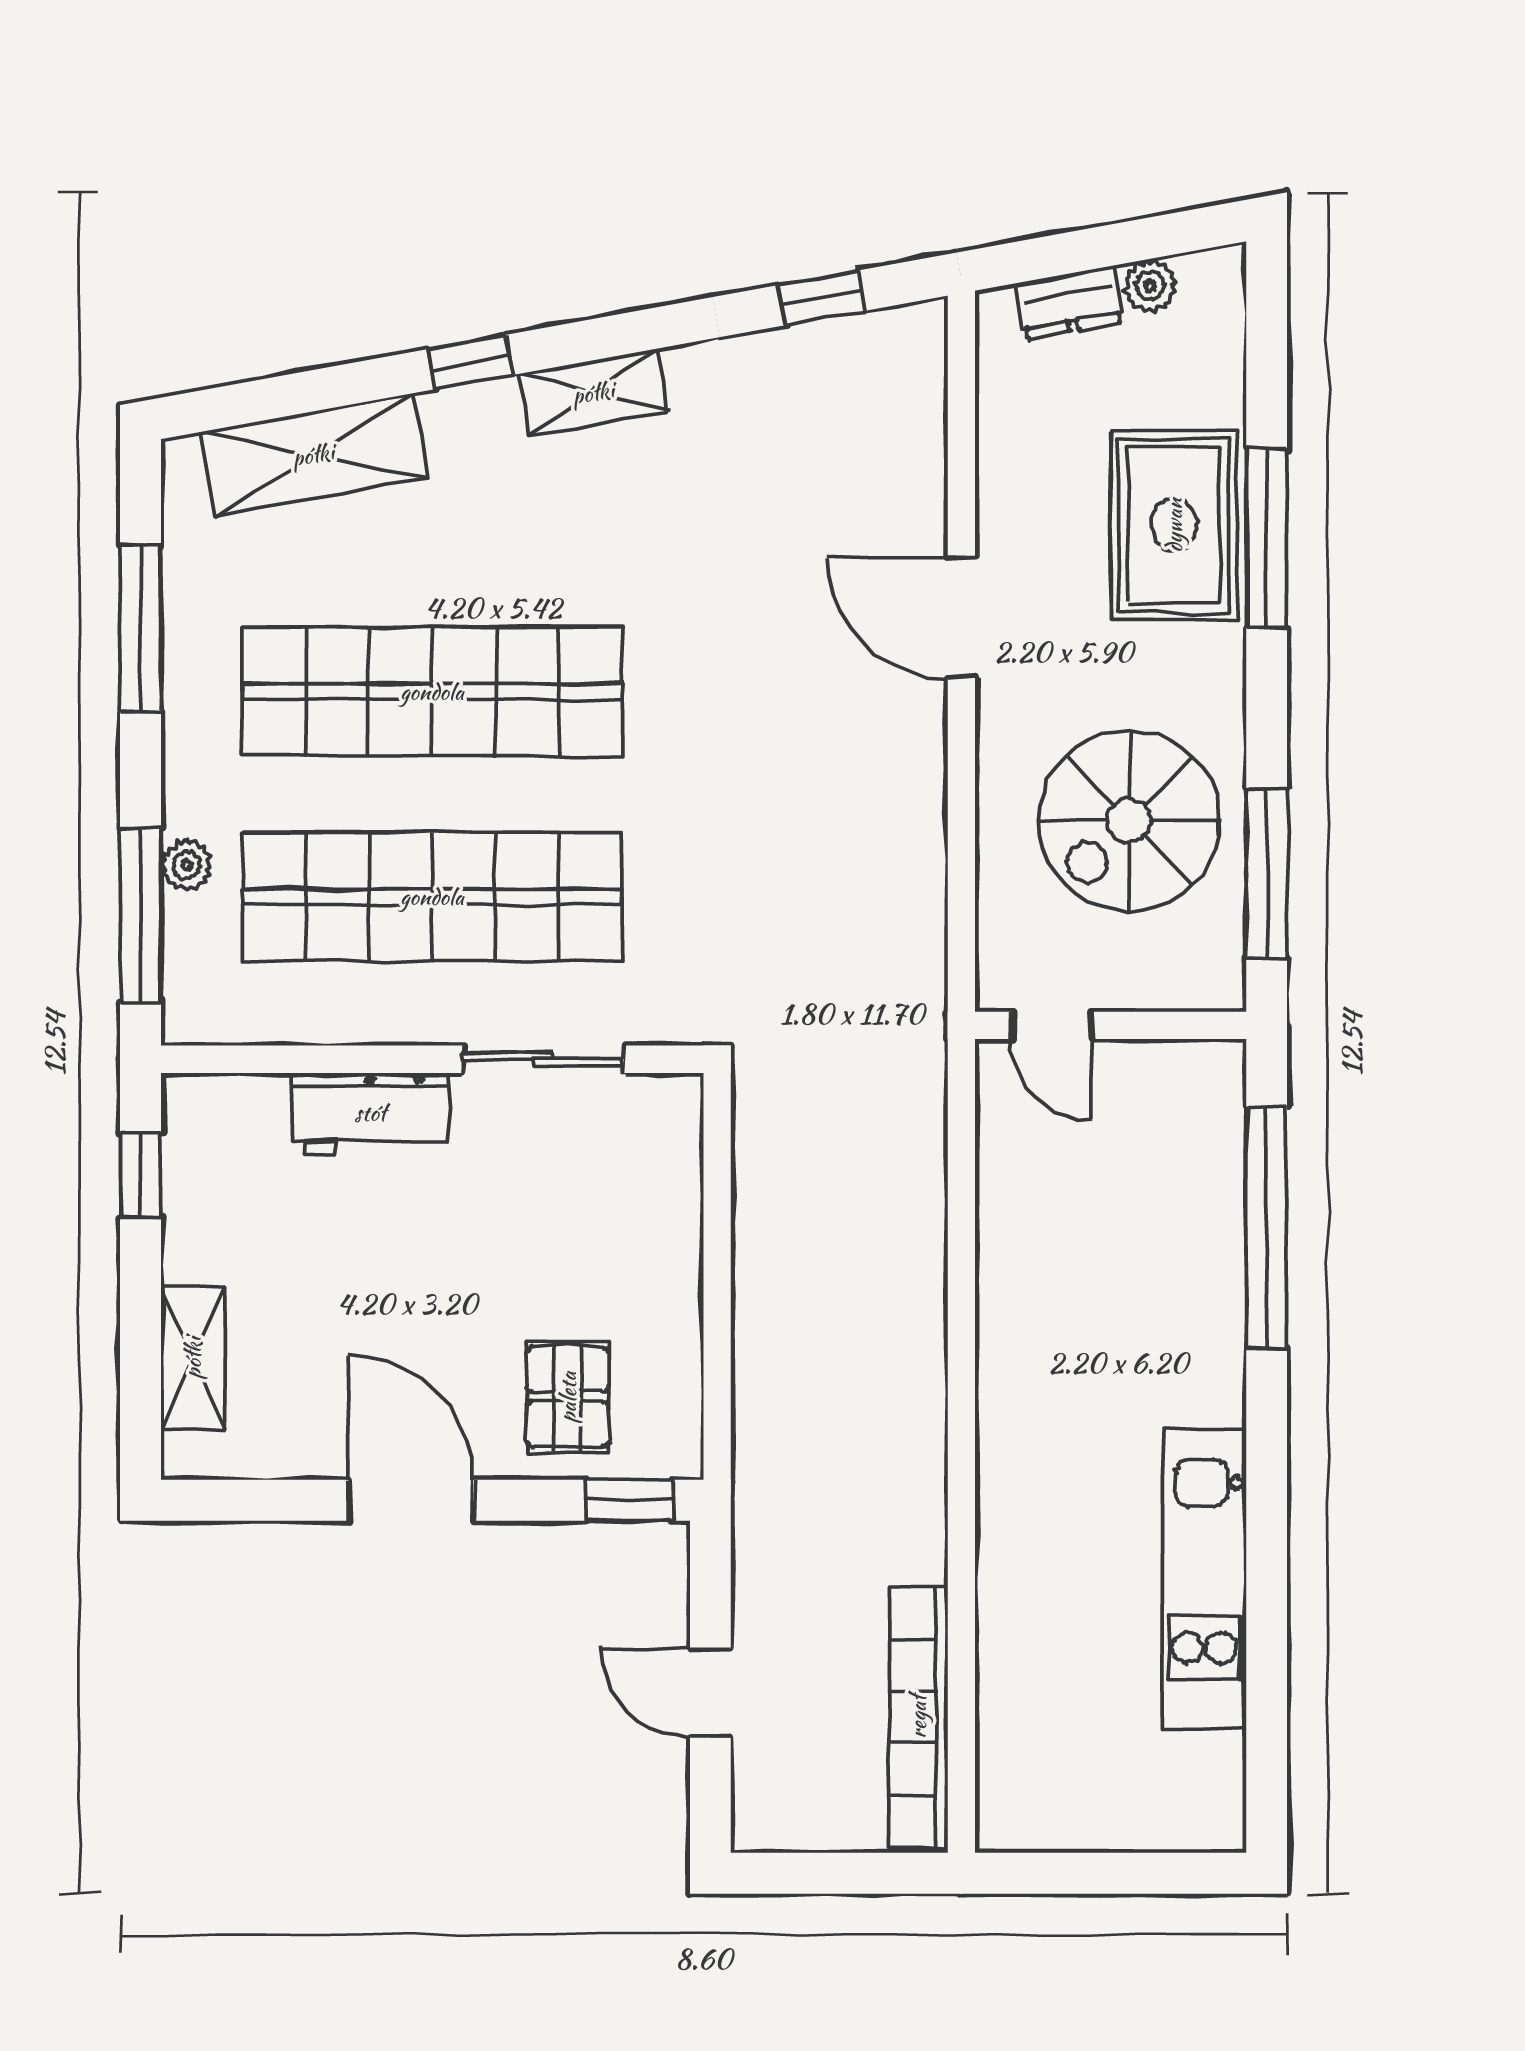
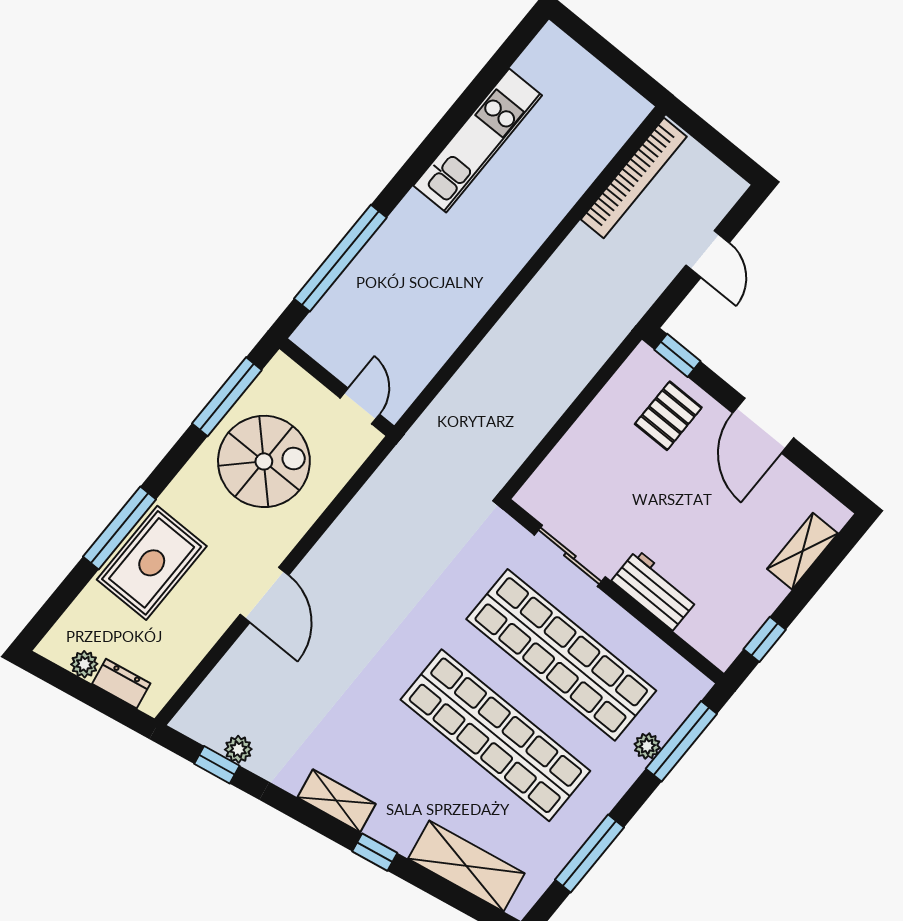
plant: (808, 348) -> (238, 749), added

